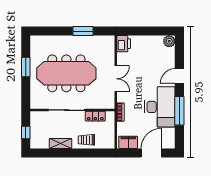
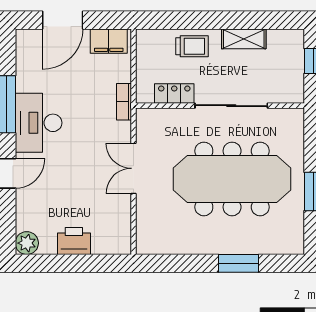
window: (83, 31) -> (239, 263), moved
printer: (124, 44) -> (74, 241), moved, turned 90
desk: (160, 107) -> (39, 123), width x0.73, depth x0.77

